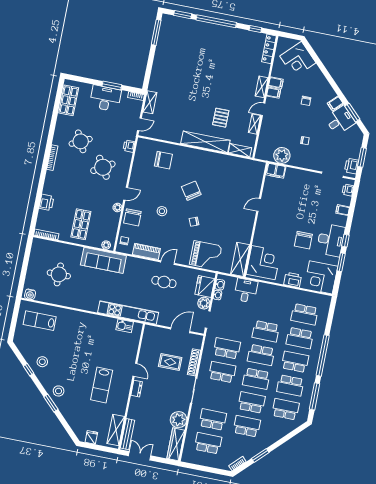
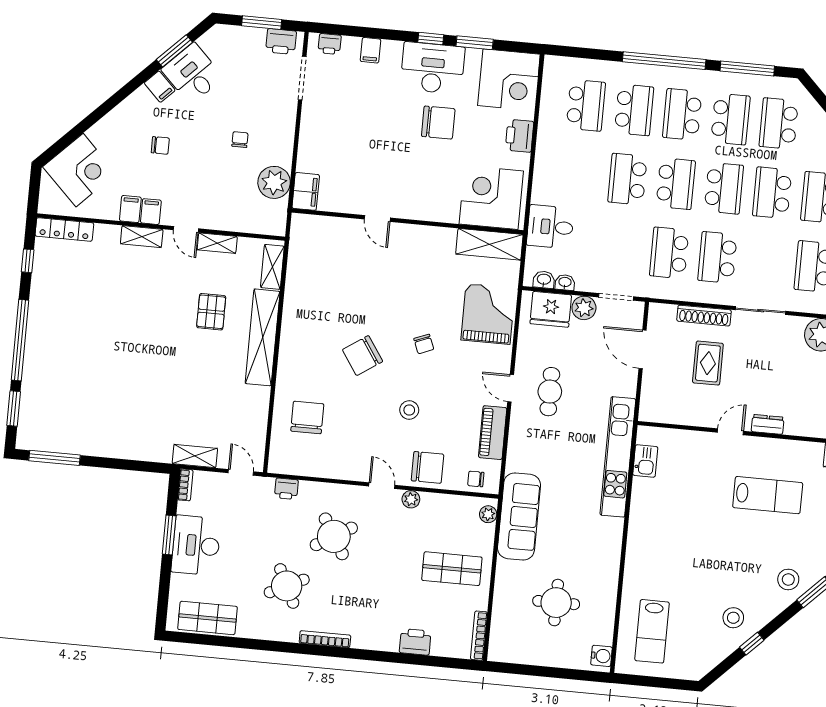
pallet: (221, 118) -> (211, 312), turned 90
school desk: (266, 331) -> (628, 179), turned 180

